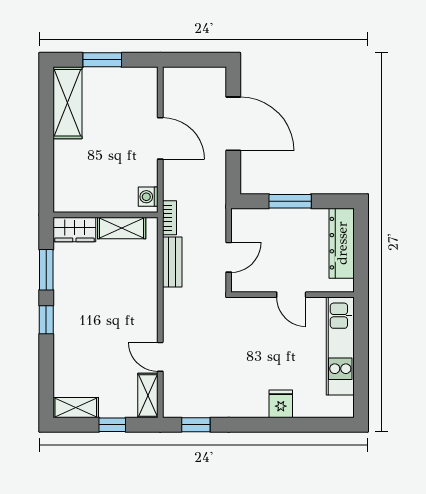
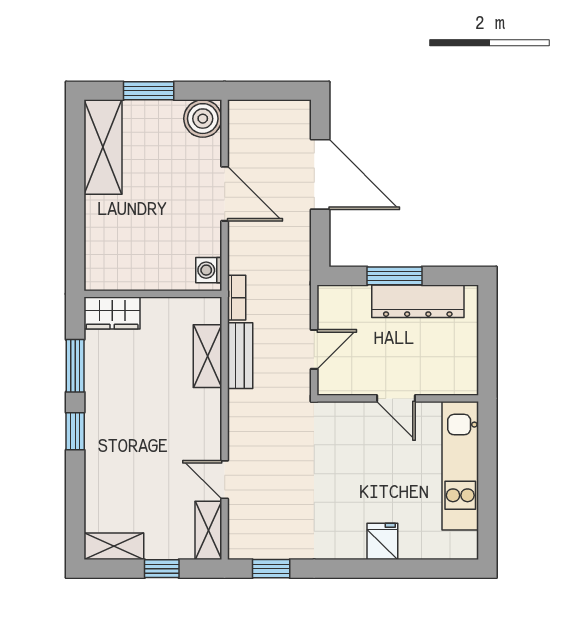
boiler: (144, 81) -> (203, 119), added
shelving: (122, 228) -> (207, 356), moved, turned 90
dresser: (342, 243) -> (418, 301), moved, turned -90

